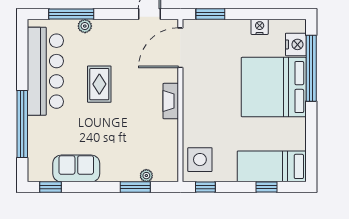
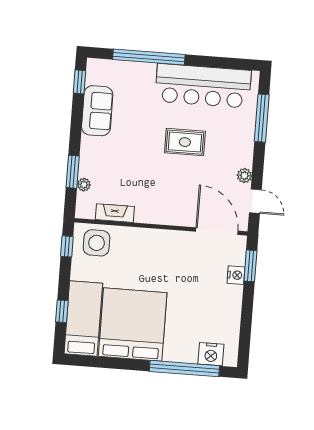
plant: (85, 26) -> (244, 176), moved
nightstand: (260, 27) -> (236, 275), moved
bed: (274, 87) -> (133, 325), moved
fireplace: (171, 101) -> (115, 213), moved

